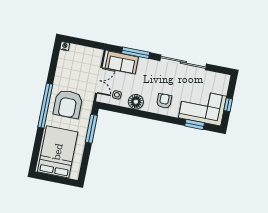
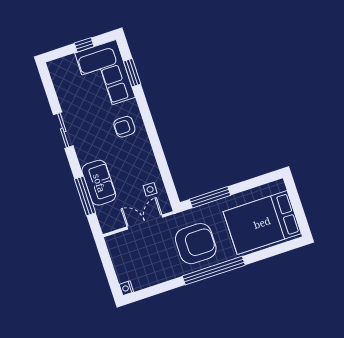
sofa: (122, 62) -> (99, 183), moved
sliding door: (183, 62) -> (63, 130), width x0.54
floor lamp: (136, 102) -> (145, 161), removed

